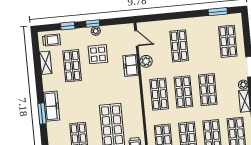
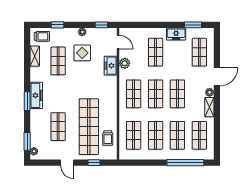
window: (93, 24) -> (101, 25), moved
freezer: (200, 24) -> (176, 34), added

